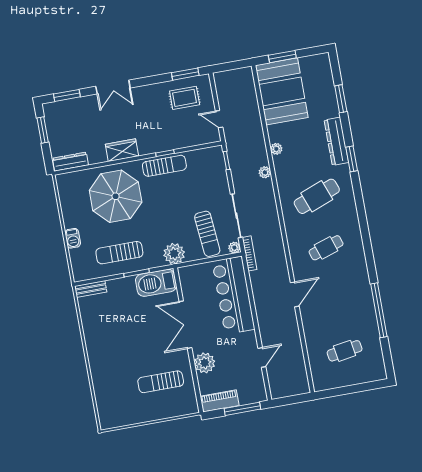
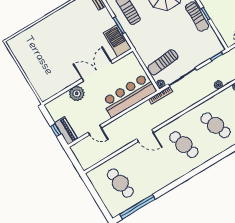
cafe table: (326, 248) -> (184, 145), width x1.37, depth x1.35
plant: (174, 254) -> (141, 45), removed
window: (379, 310) -> (137, 207), moved
cafe table: (345, 351) -> (120, 183), width x1.37, depth x1.35
sun lounger: (161, 382) -> (53, 69), removed
piano: (220, 401) -> (66, 131), moved
window: (242, 409) -> (56, 130), width x0.46

